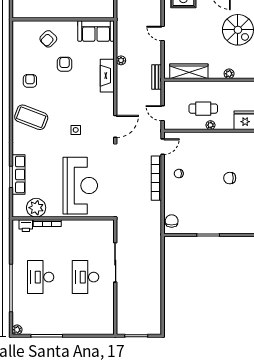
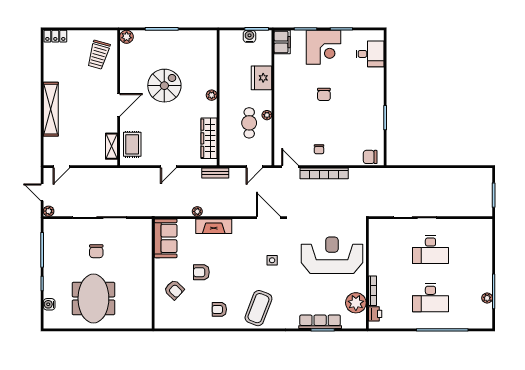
plant: (17, 330) -> (487, 298), moved

